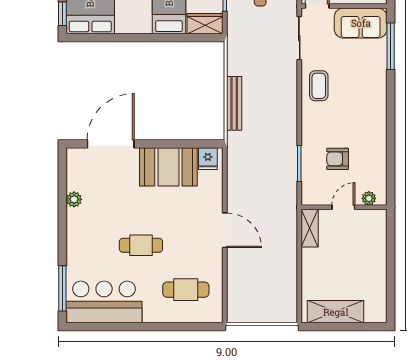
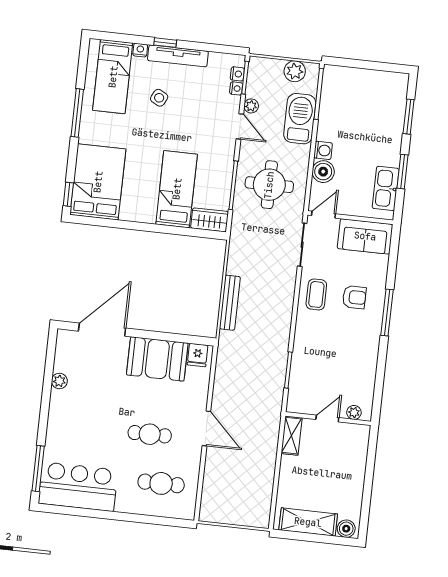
window: (391, 46) -> (387, 312), moved
armchair: (338, 159) -> (354, 297), moved, turned 180
cafe table: (141, 245) -> (150, 434), moved
boiler: (374, 314) -> (346, 529), added

